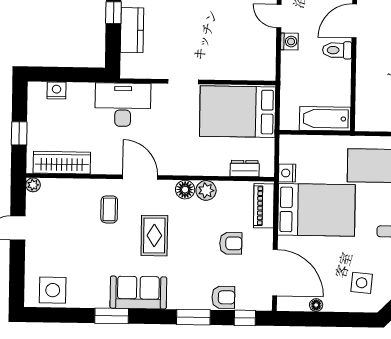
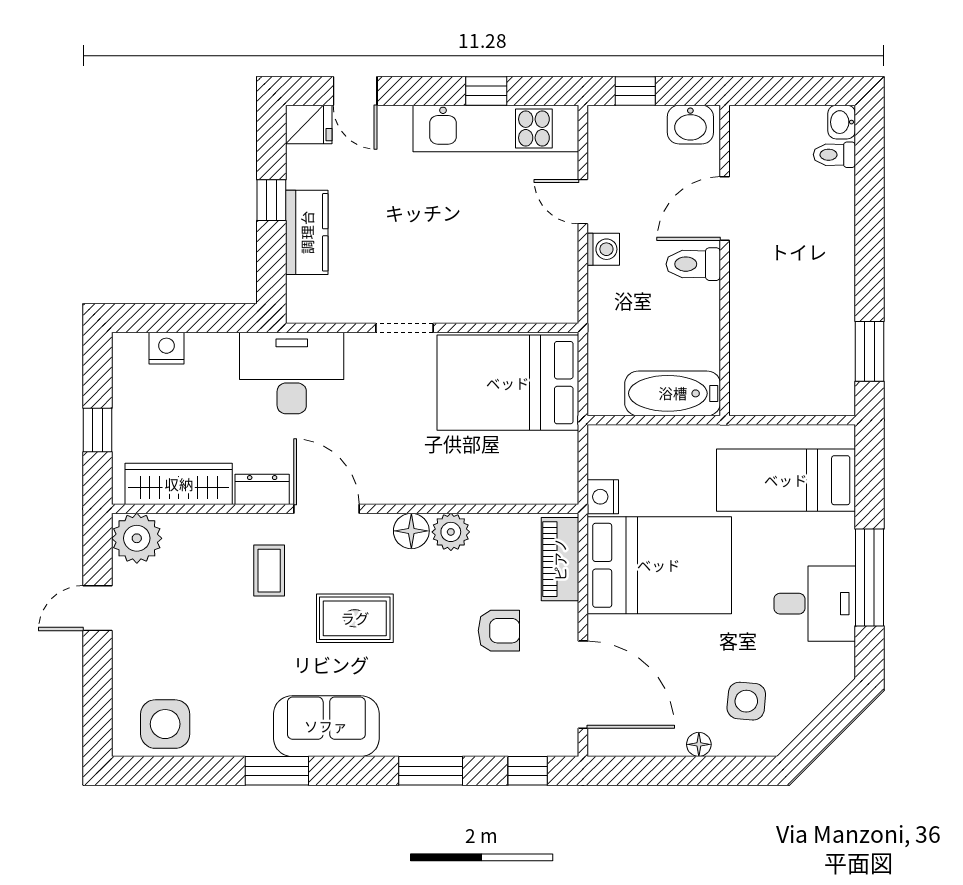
dresser: (245, 168) -> (262, 489), moved
plant: (33, 185) -> (137, 538), width x1.87, depth x1.87
rug: (154, 236) -> (355, 618), turned 90
armchair: (223, 297) -> (487, 732), removed
floor lamp: (316, 305) -> (699, 744), moved

